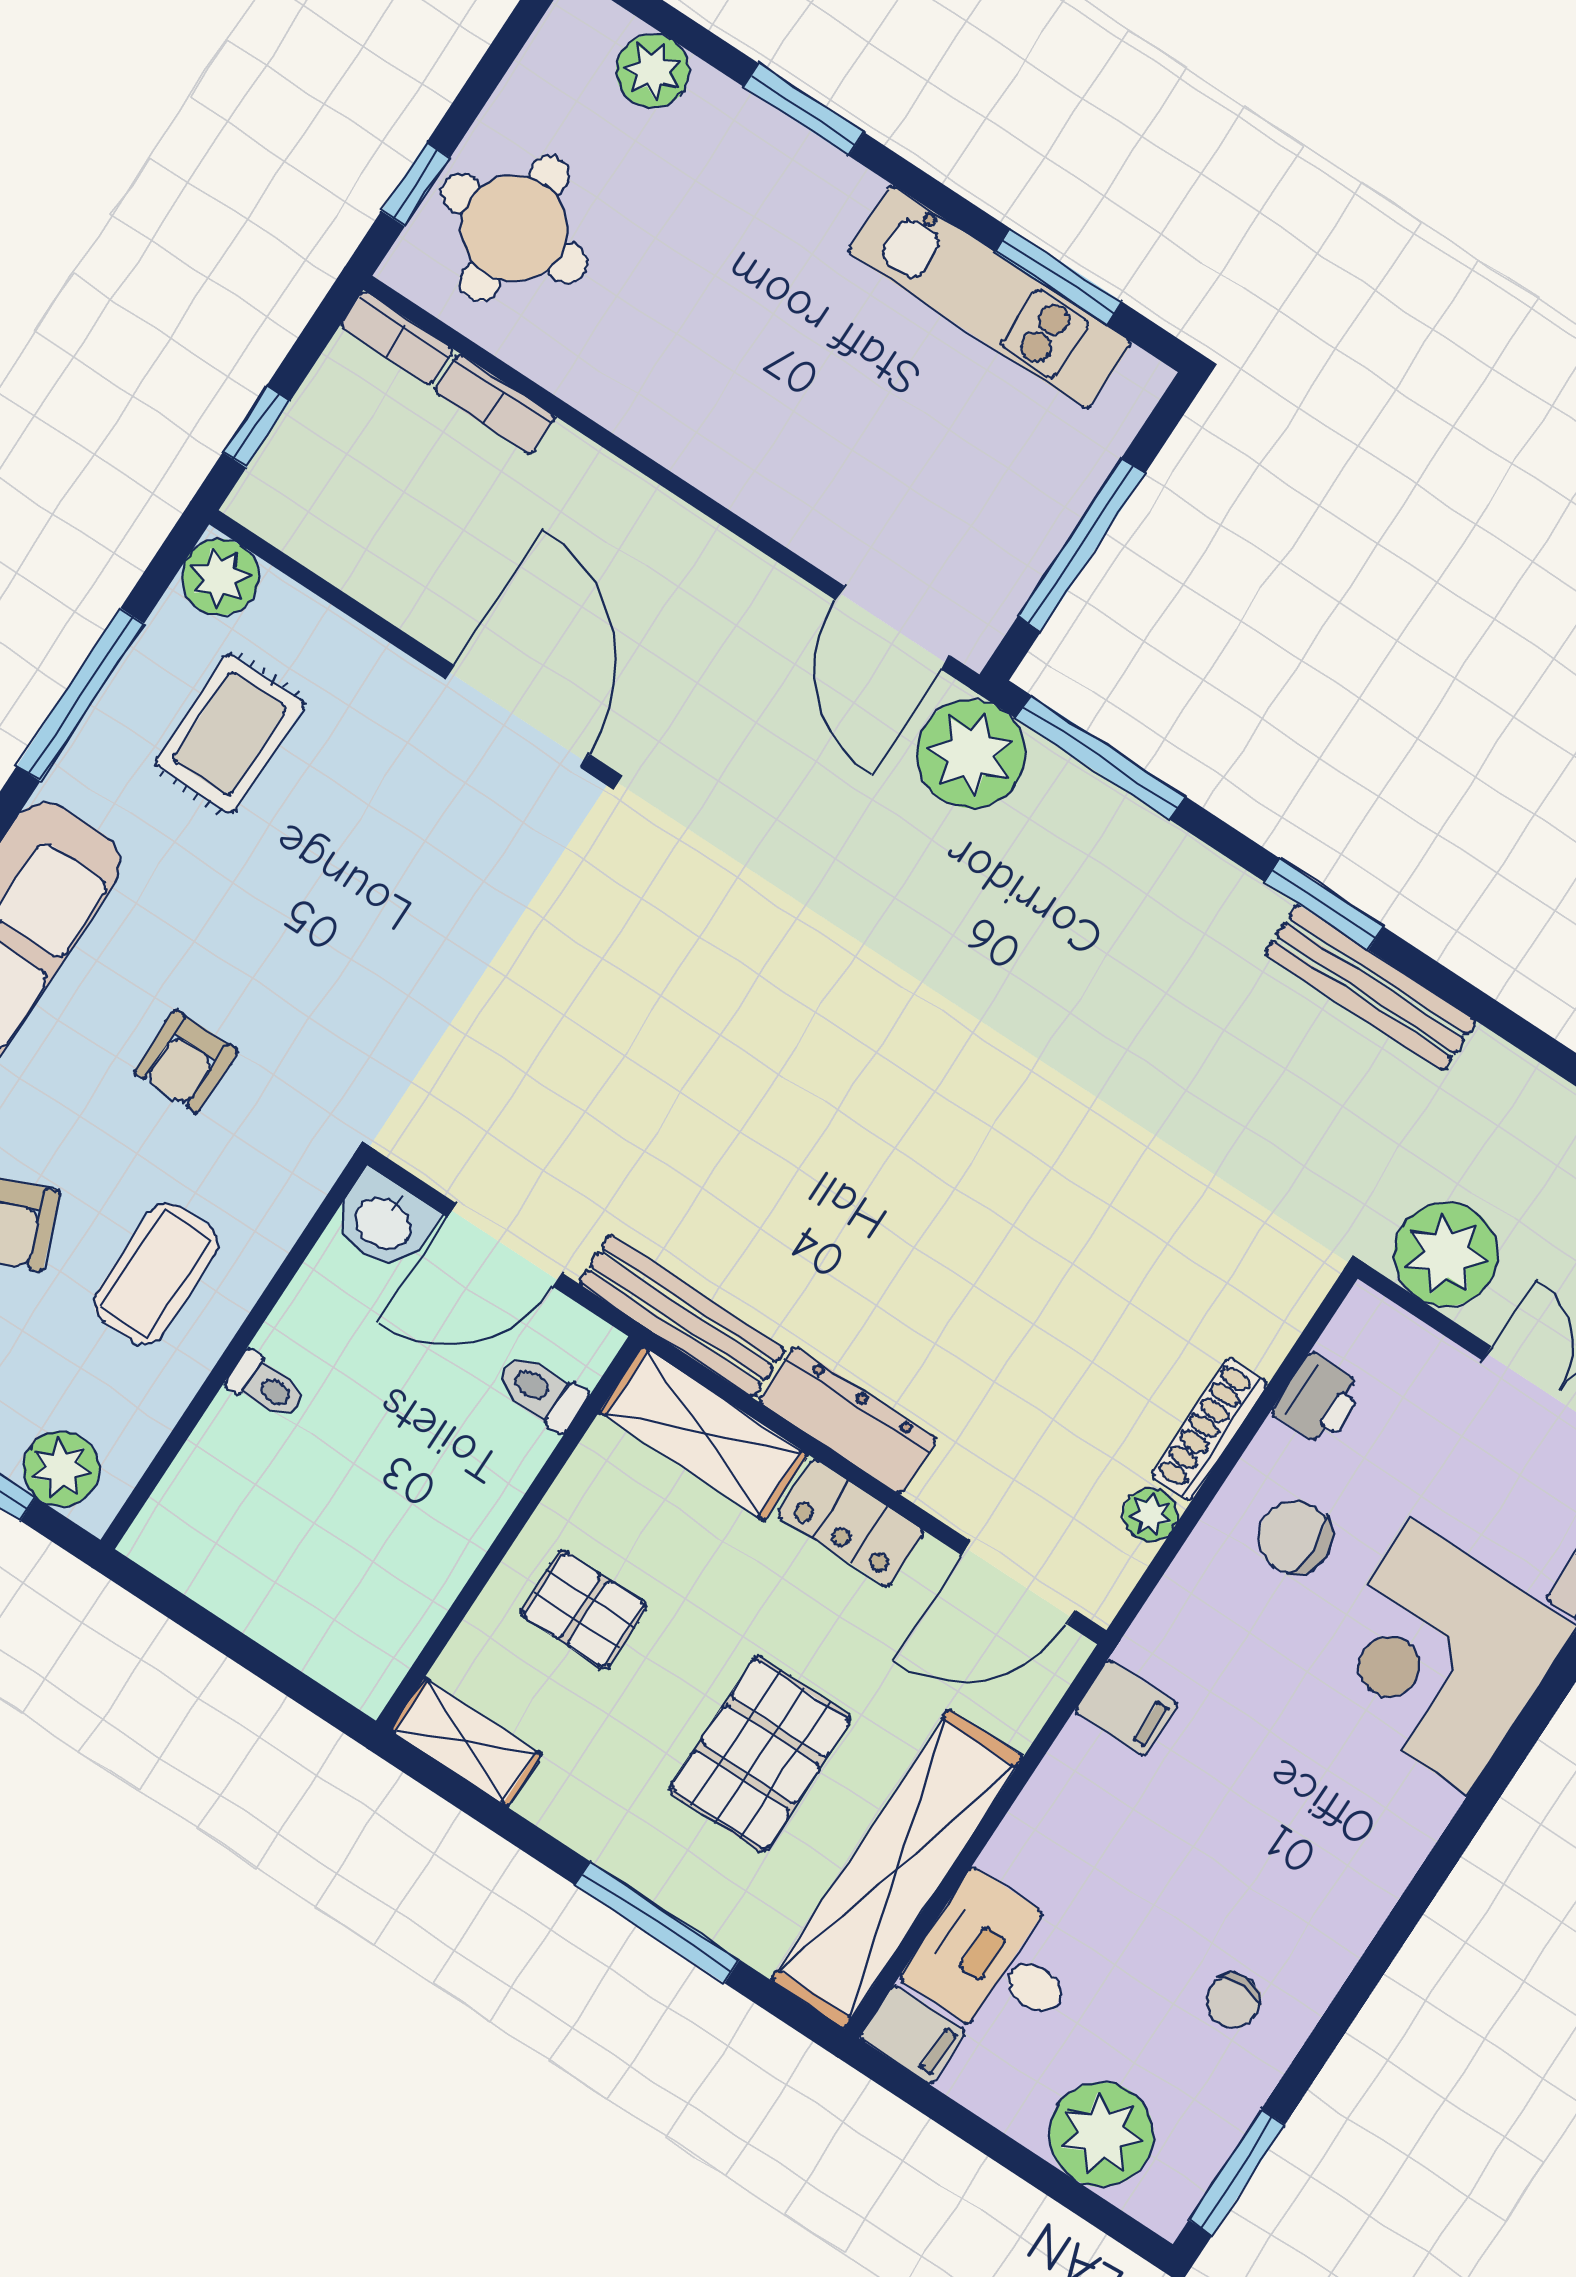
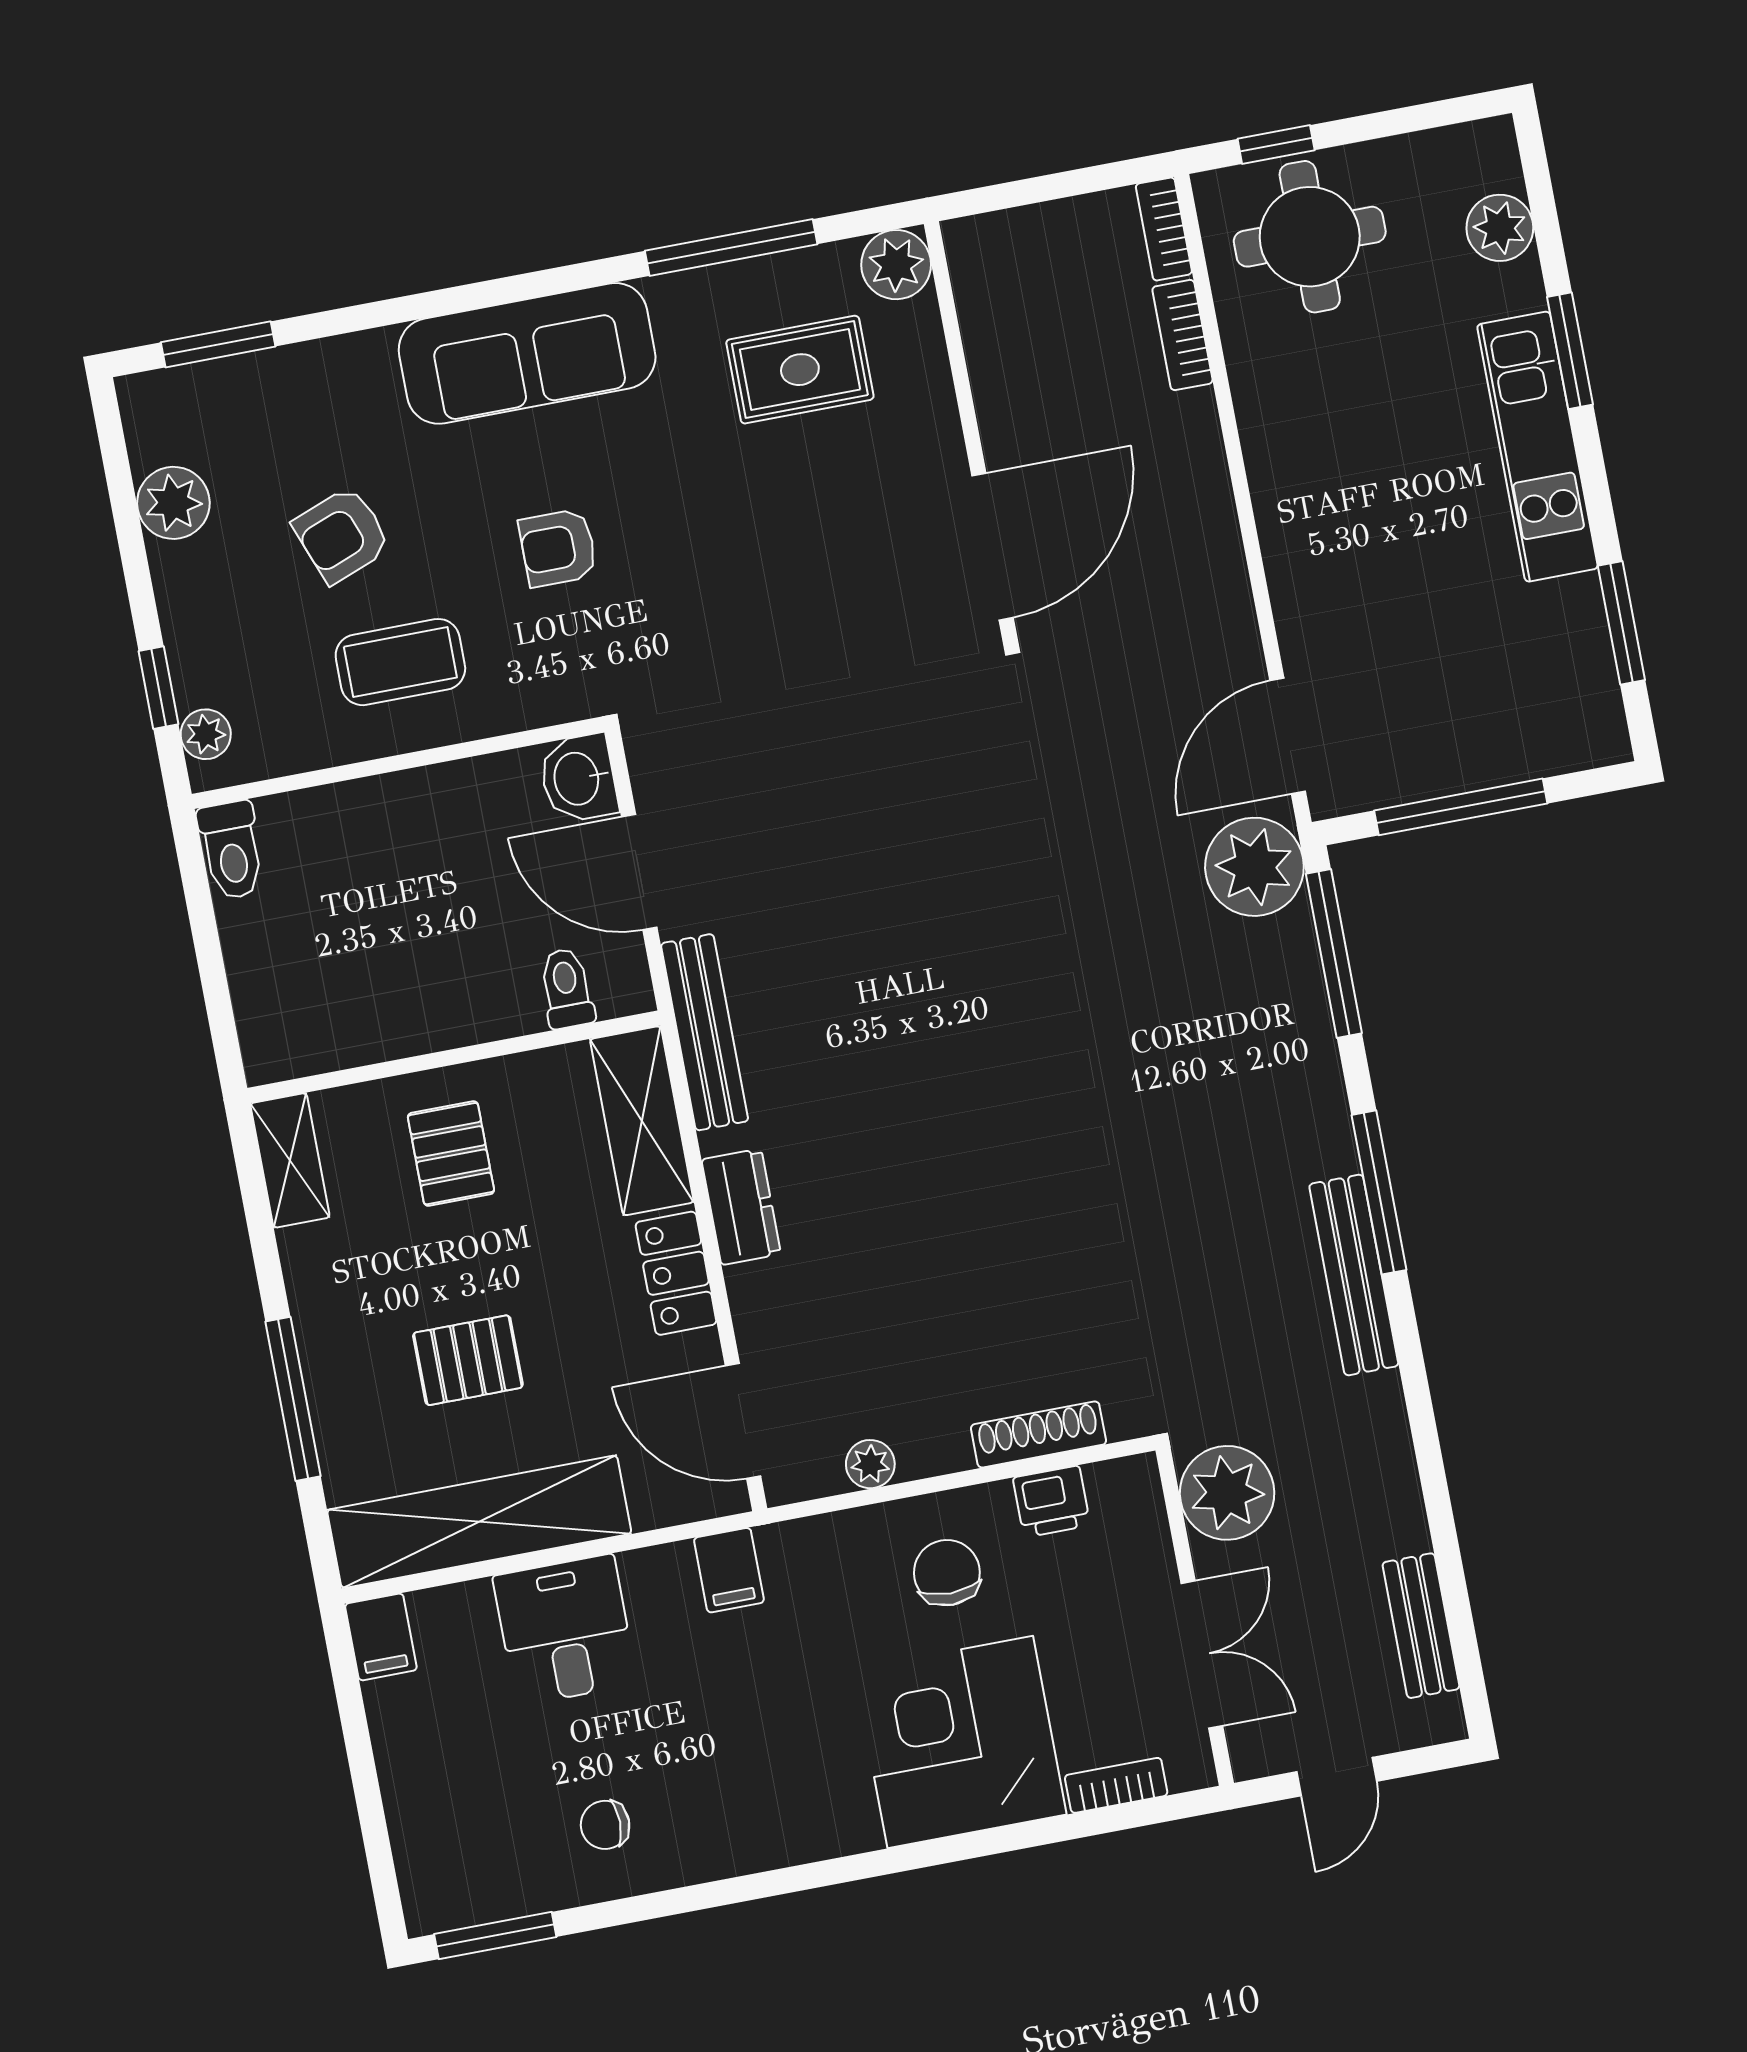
kitchen unit: (990, 297) -> (1537, 447), moved
window: (256, 427) -> (1017, 193), removed
window: (1324, 904) -> (1379, 1192), width x1.44
toilet: (267, 1386) -> (231, 850), moved, width x1.37, depth x1.39
dresser: (848, 1420) -> (741, 1207), width x0.70
shoe rack: (1209, 1429) -> (1038, 1434), moved
plant: (61, 1469) -> (206, 734), width x0.73, depth x0.73
pallet: (760, 1754) -> (468, 1360), width x0.67, depth x0.71
desk: (996, 1962) -> (565, 1630), moved
plant: (1101, 2134) -> (434, 1823), removed

